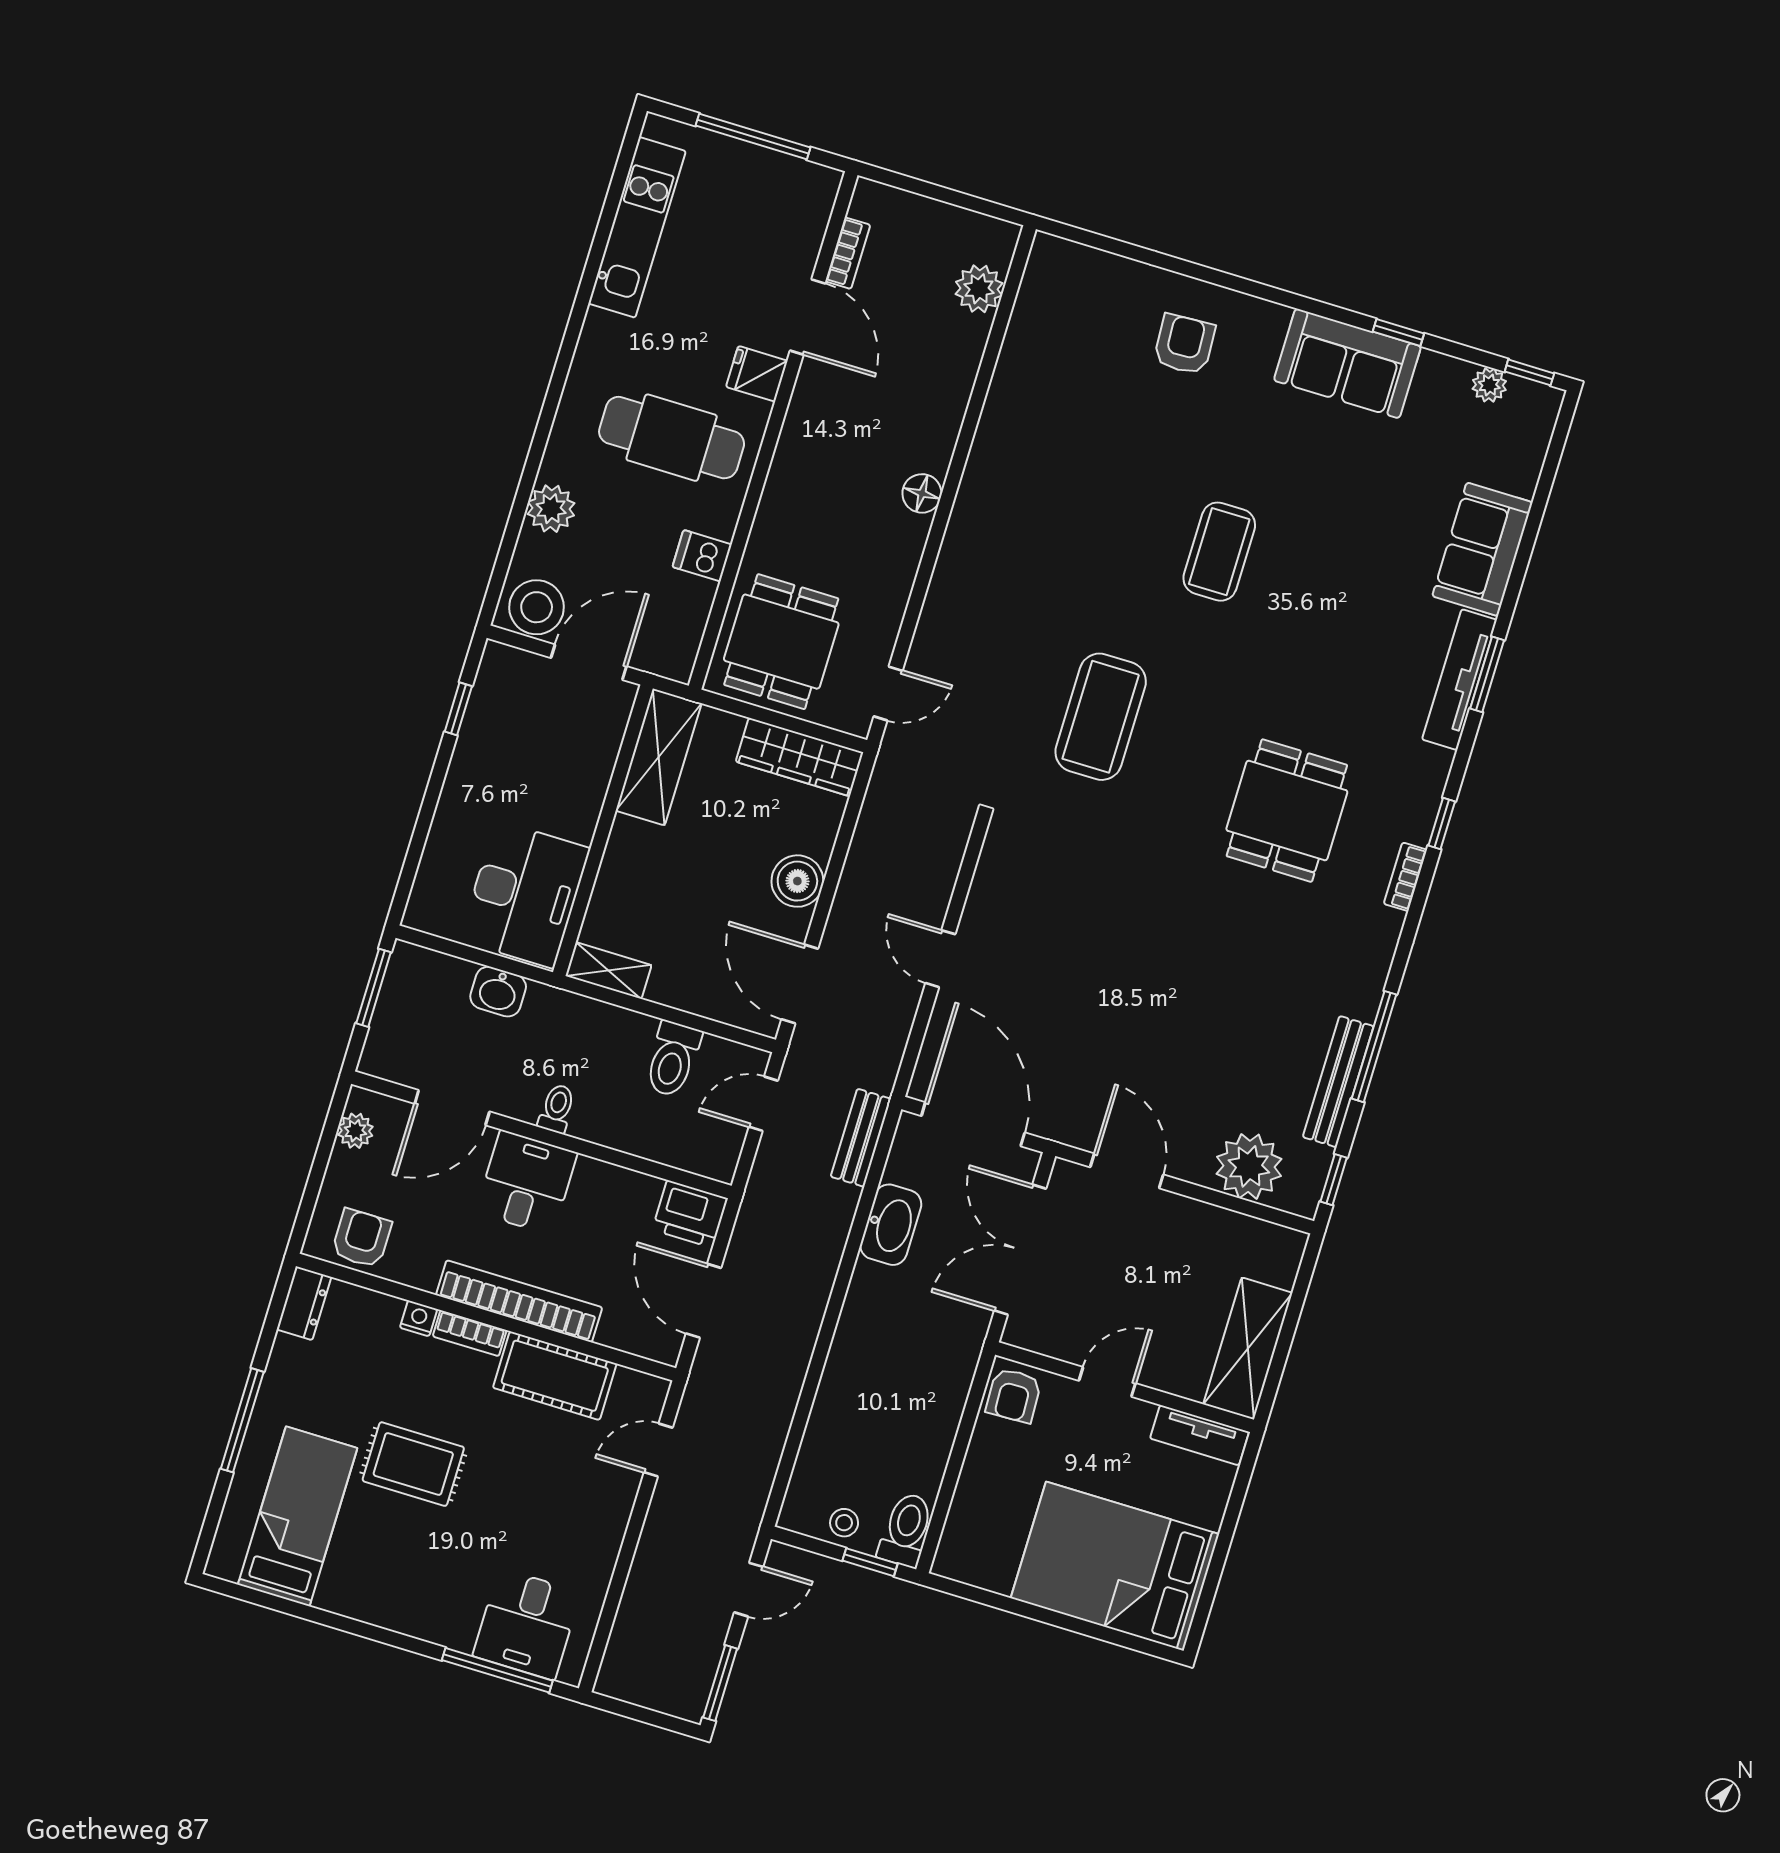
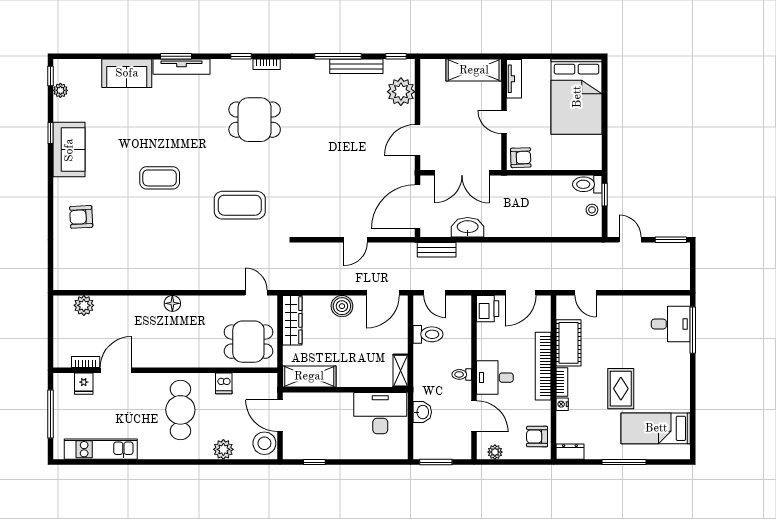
fridge: (757, 374) -> (84, 384), moved

